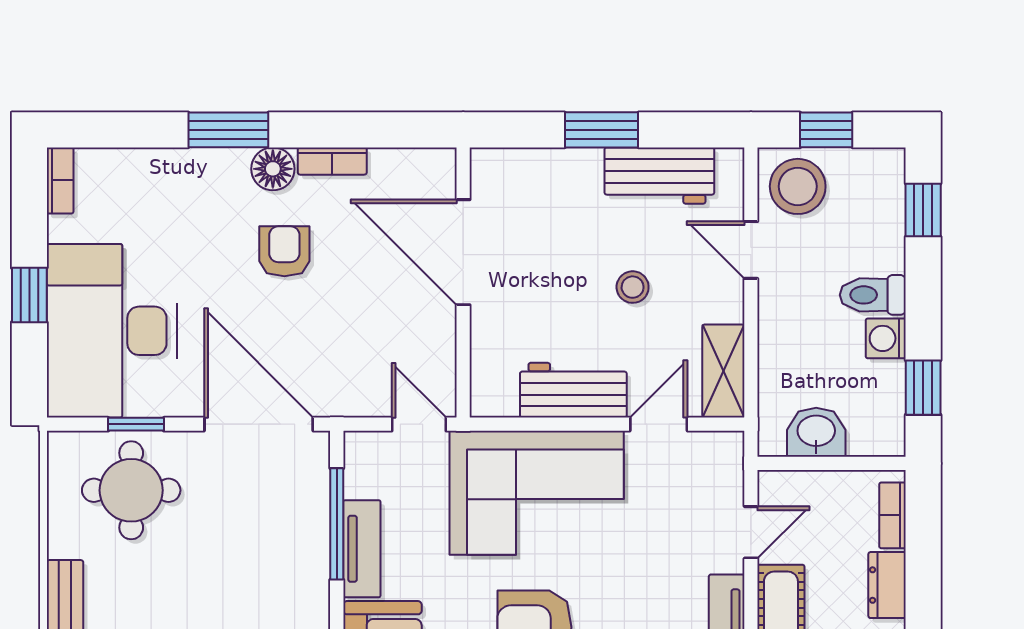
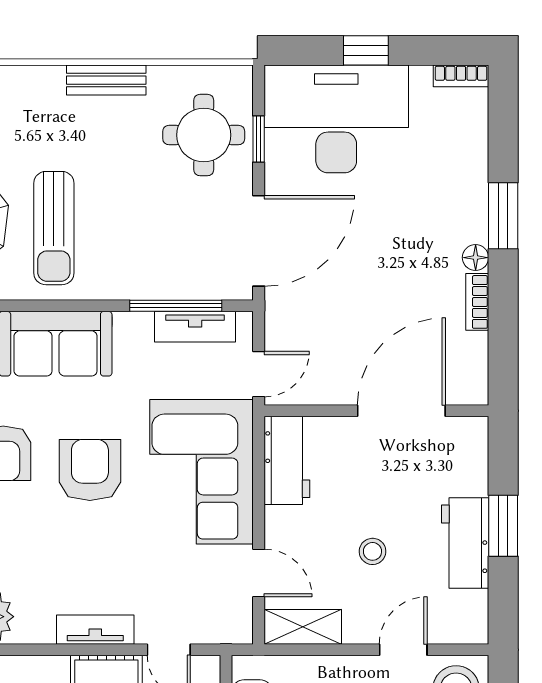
floor lamp: (273, 169) -> (476, 258), width x0.73, depth x0.73
workbench: (659, 176) -> (465, 543), moved
armchair: (284, 251) -> (402, 262), removed
workbench: (573, 390) -> (287, 460), moved
tv unit: (362, 549) -> (195, 327), moved

